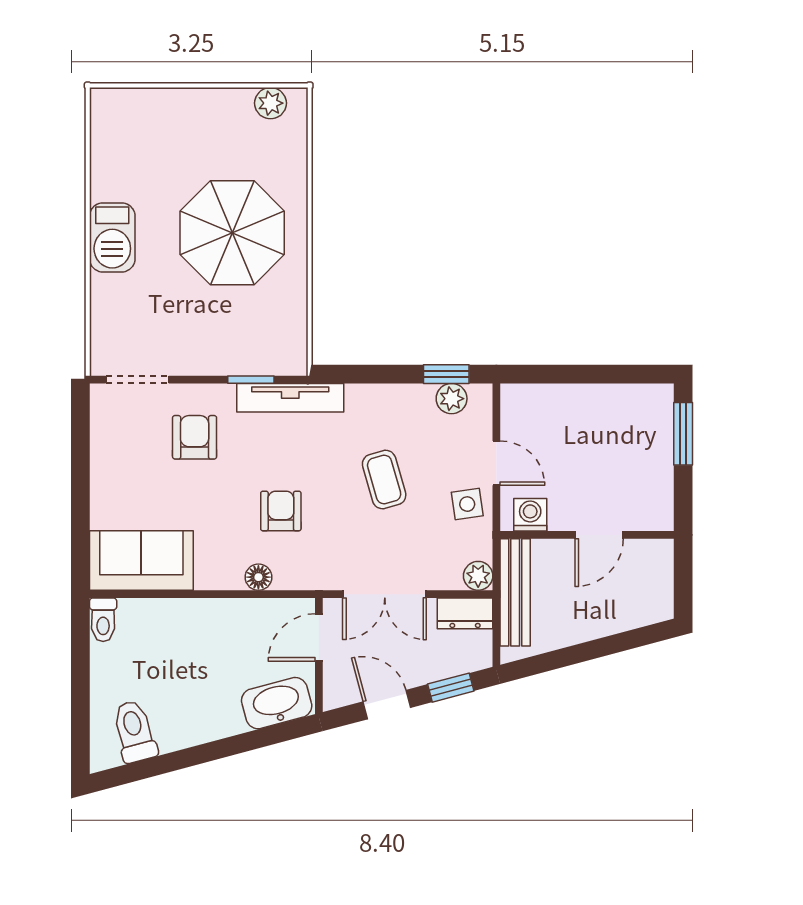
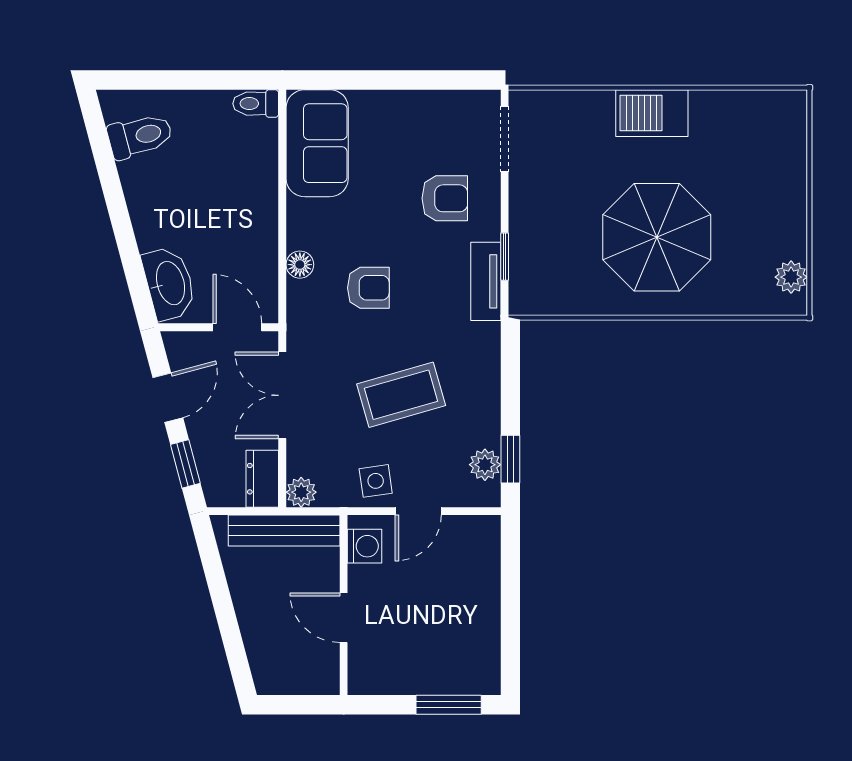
tv unit: (290, 398) -> (486, 281), width x0.71
coffee table: (384, 480) -> (401, 395), width x1.36, depth x1.30

